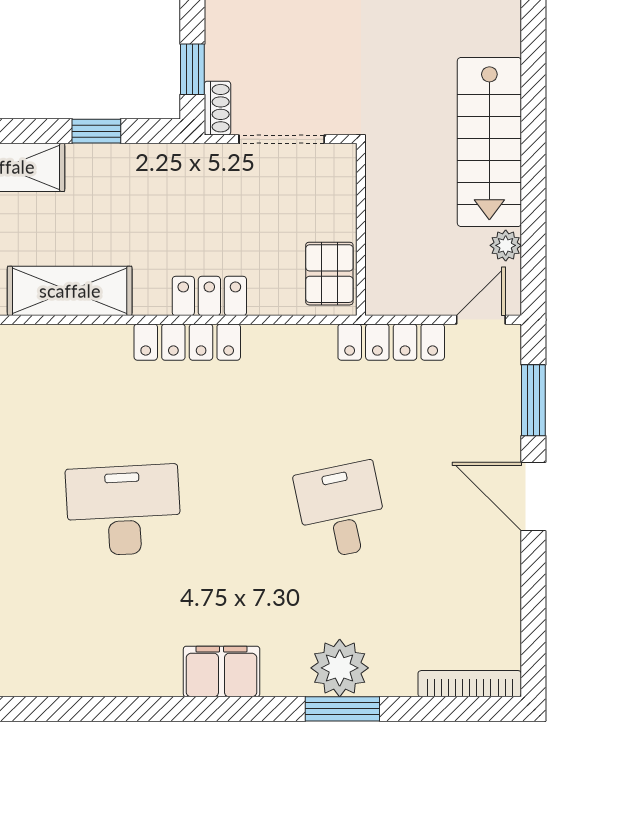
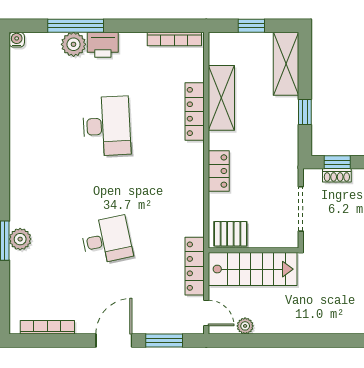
shoe rack: (217, 108) -> (337, 175), moved
stairs: (489, 142) -> (253, 269), moved, turned 180
locker: (187, 342) -> (195, 111), moved
plant: (340, 668) -> (20, 239), width x0.73, depth x0.73
filing cabinet: (222, 671) -> (22, 177), removed
bookcase: (470, 684) -> (47, 327), moved, turned -90

